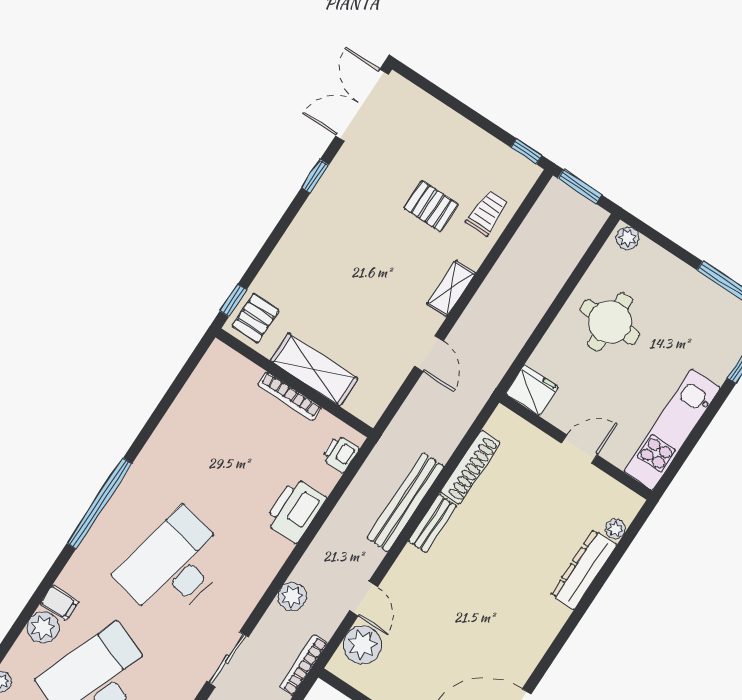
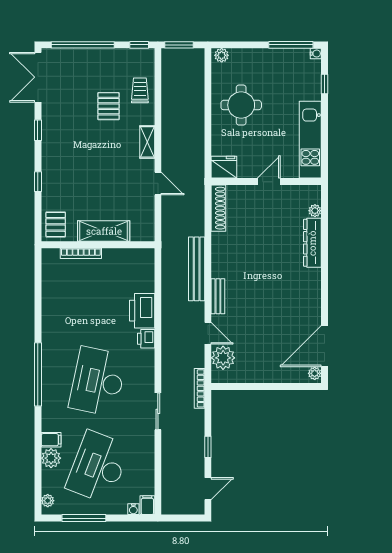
window: (451, 101) -> (83, 45), added
pallet: (431, 206) -> (108, 106), turned 90
window: (233, 300) -> (38, 182), moved
bookcase: (289, 396) -> (81, 253), moved
printer: (340, 454) -> (146, 339), moved
shoe rack: (470, 467) -> (218, 208), moved
bench: (432, 523) -> (218, 296), moved
plant: (292, 596) -> (170, 356), removed

